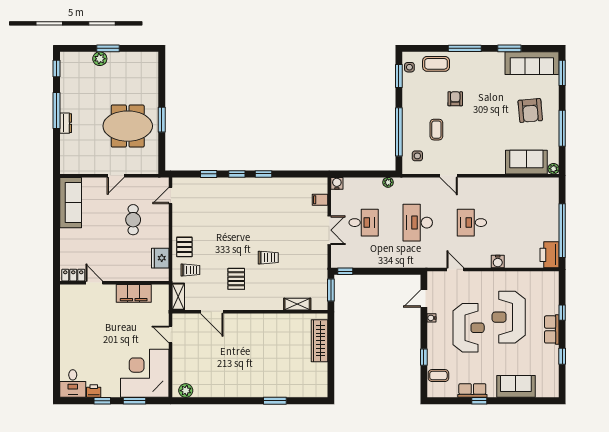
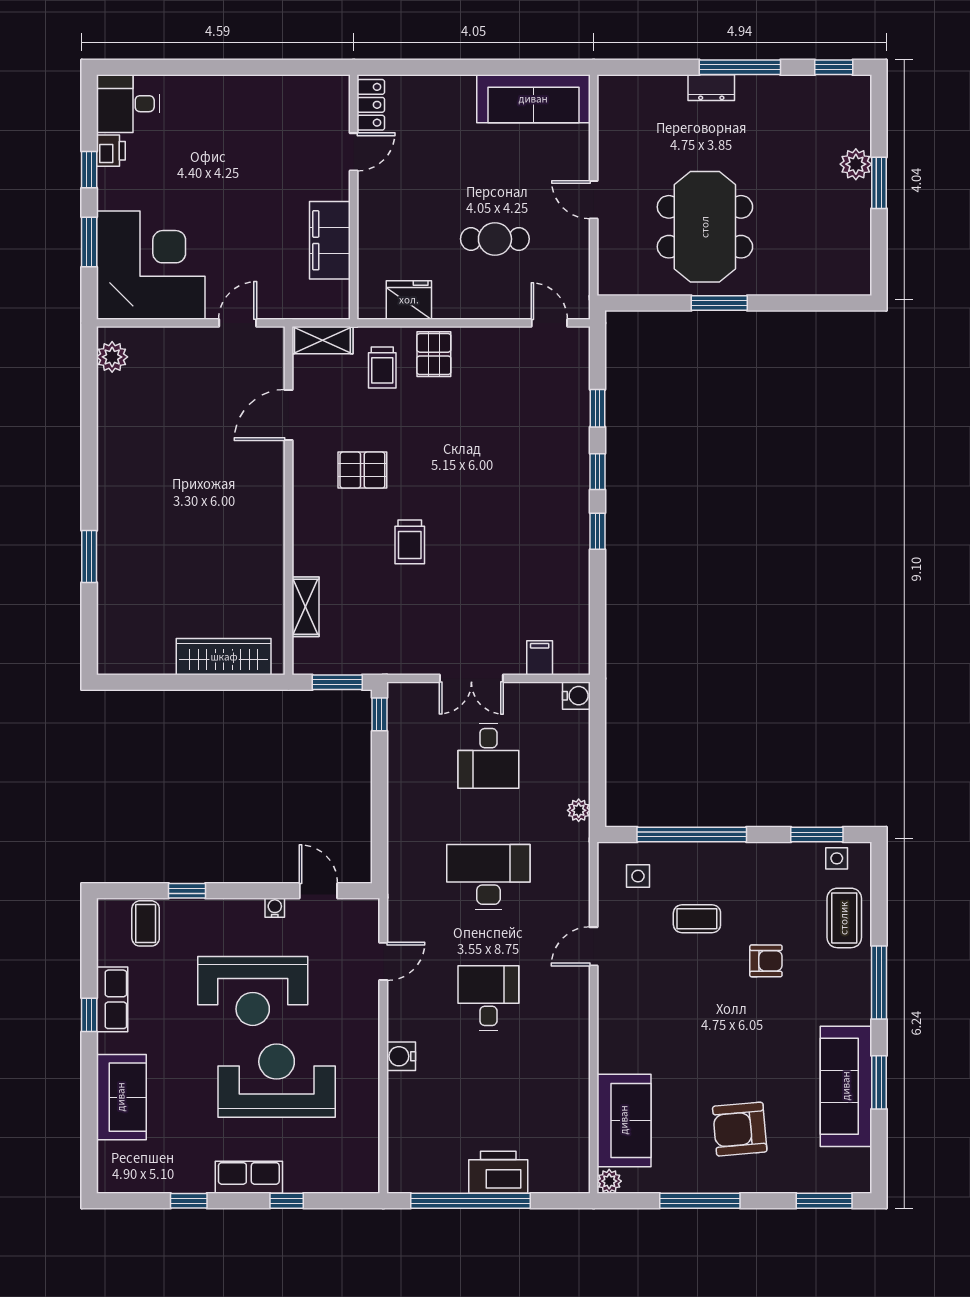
sofa: (532, 63) -> (846, 1086), moved
pallet: (184, 247) -> (434, 354), turned 90
printer: (549, 255) -> (498, 1172), moved

